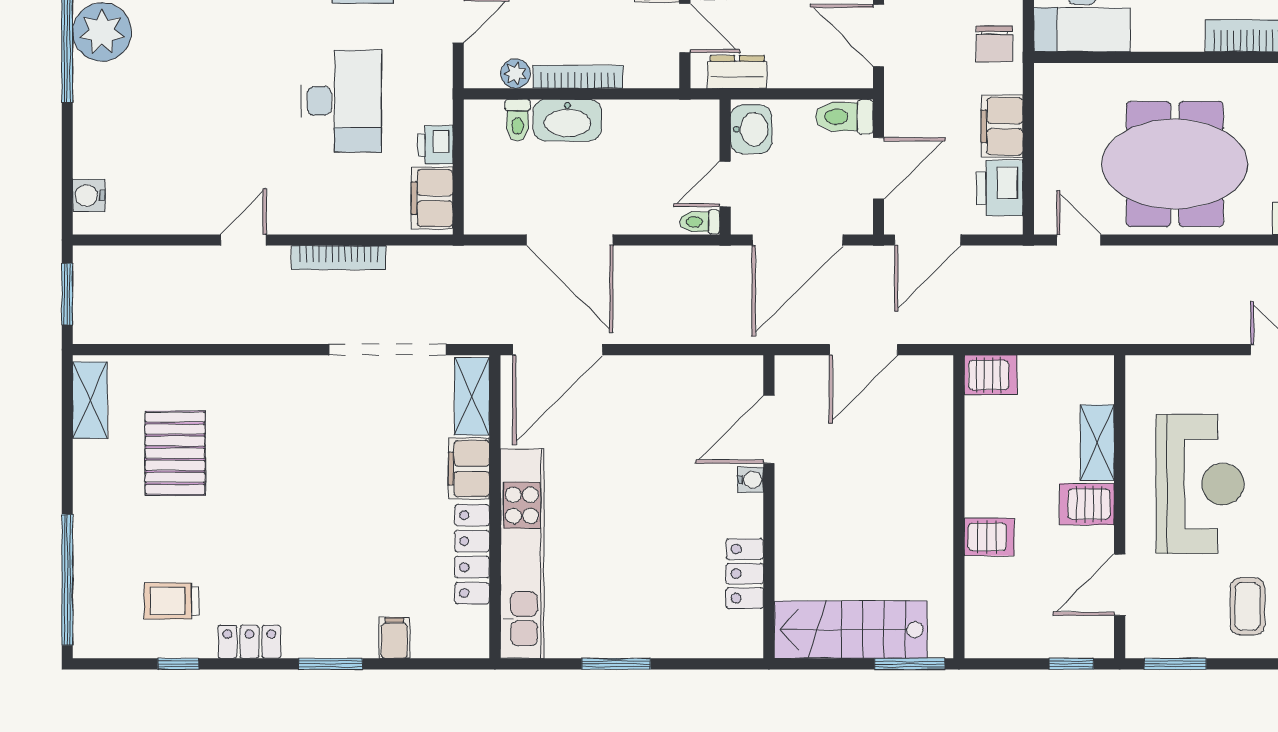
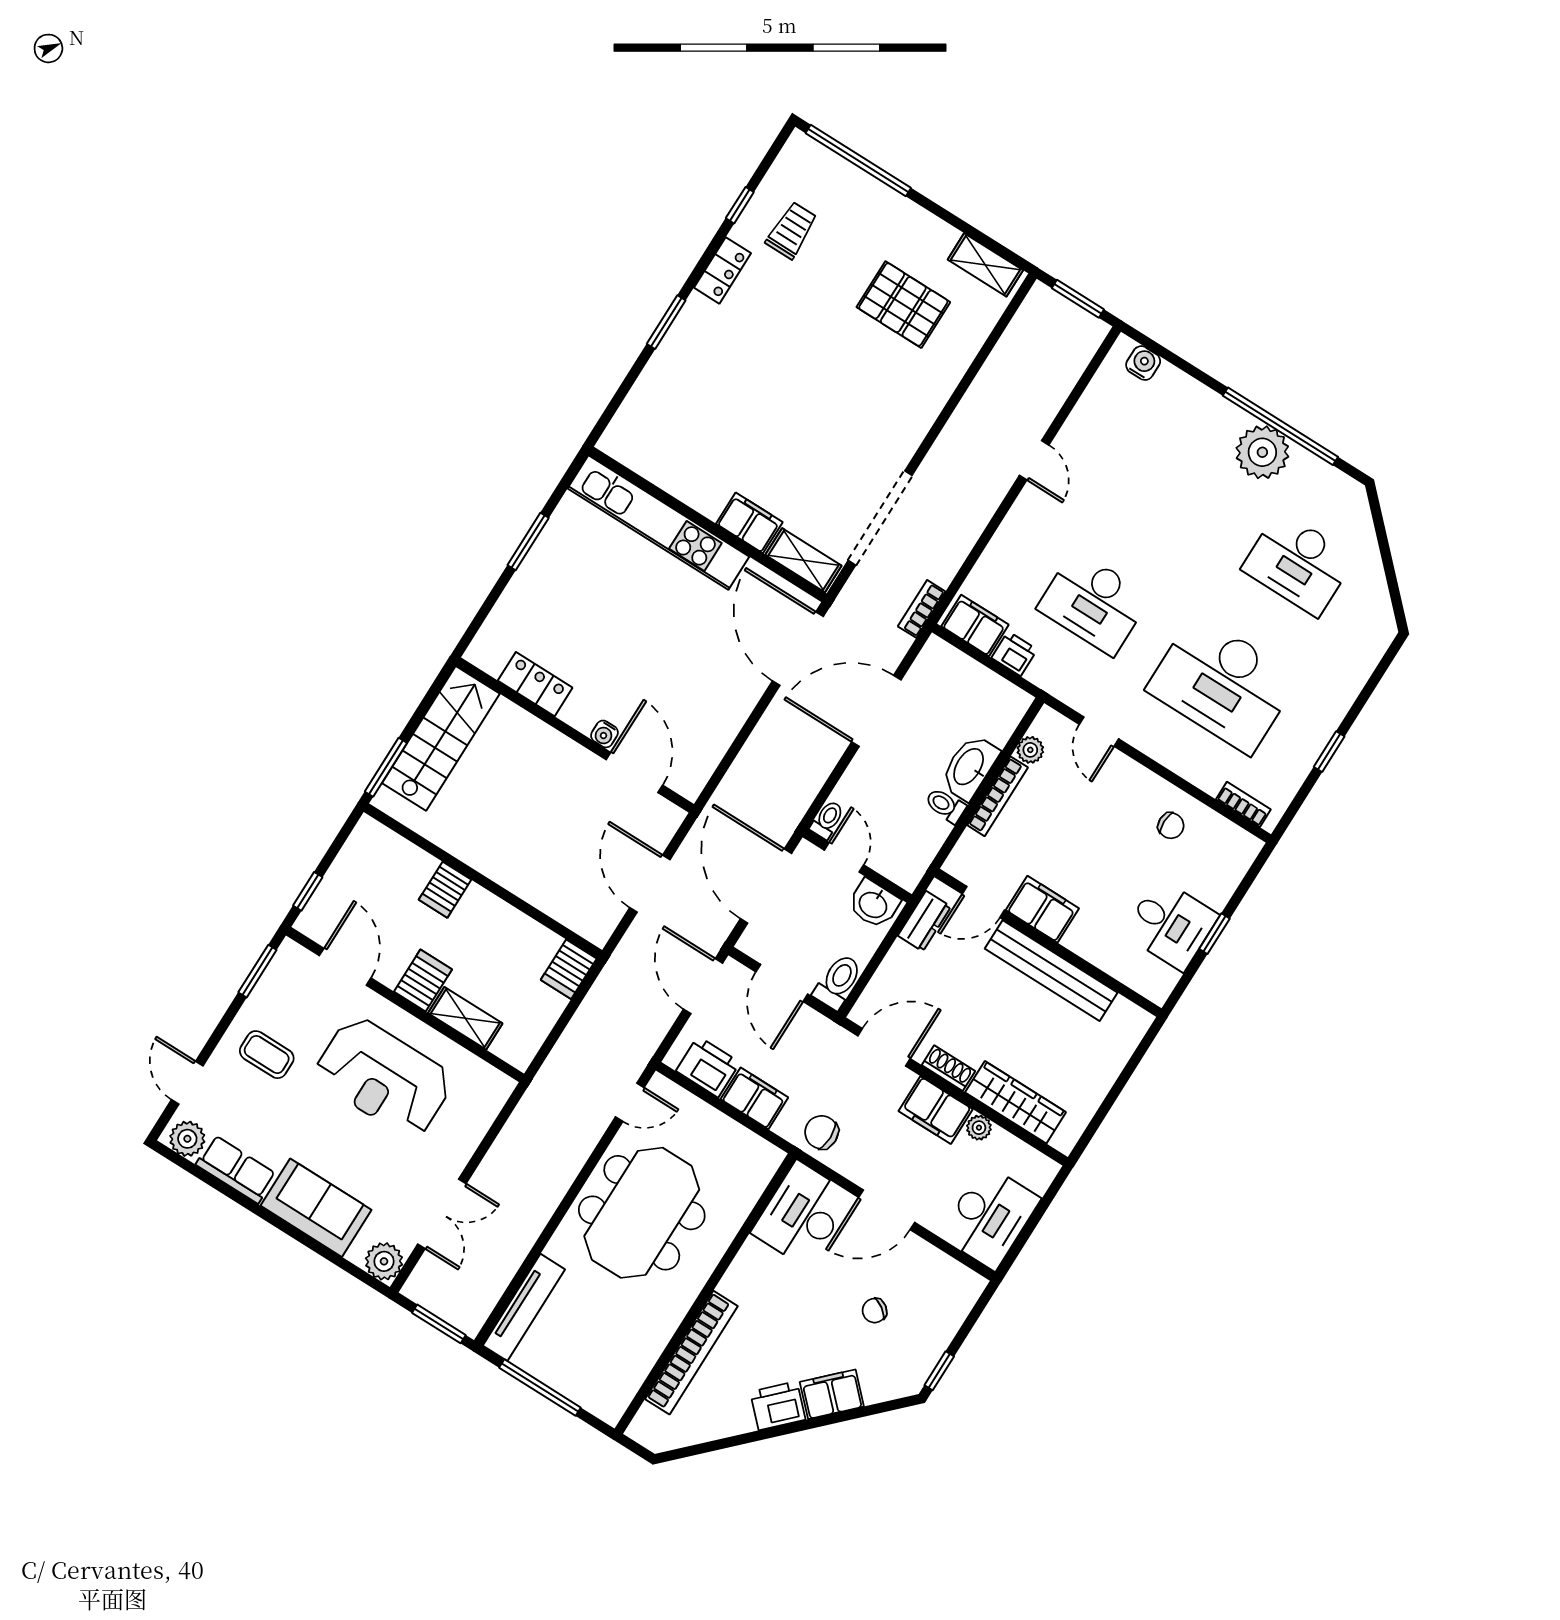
toilet: (518, 120) -> (945, 805), moved
bookcase: (339, 258) -> (922, 609), moved, width x0.64
locker: (472, 554) -> (682, 484), removed
filing cabinet: (394, 638) -> (655, 384), removed

